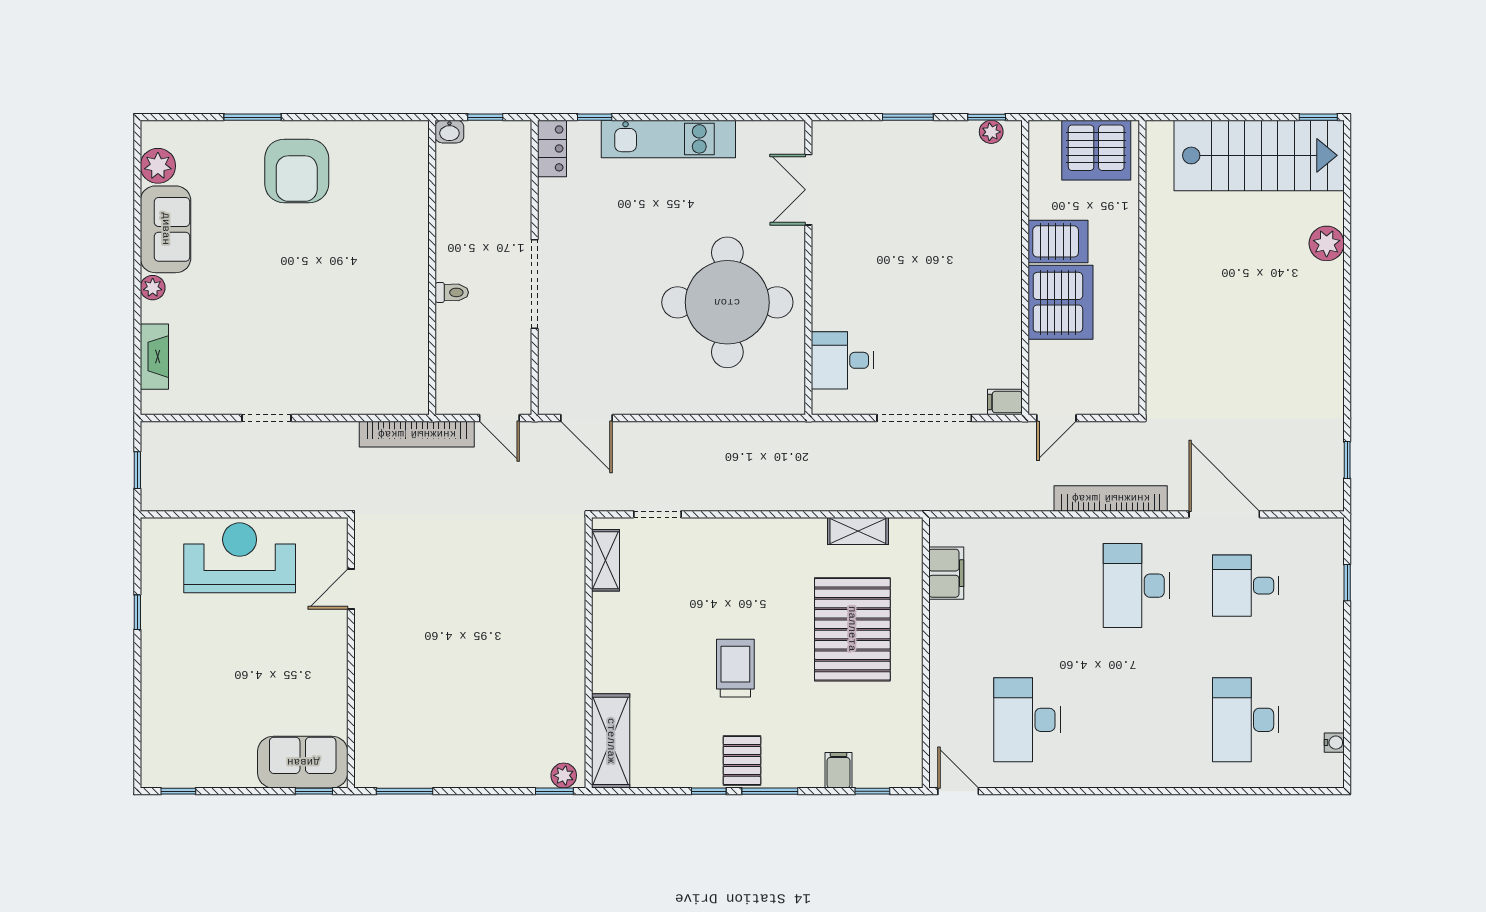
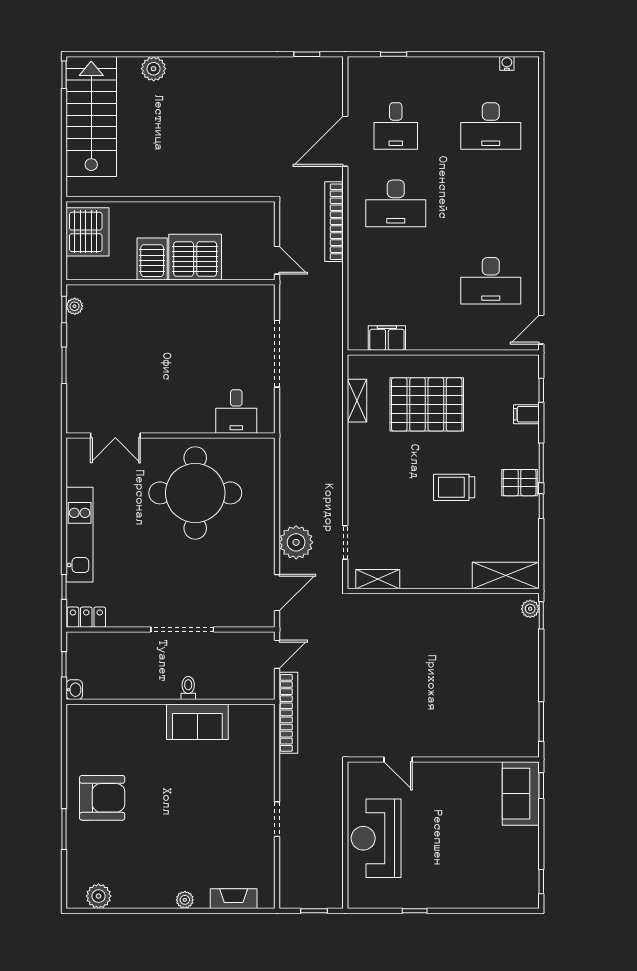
sofa: (166, 229) -> (197, 722), moved, turned 180
filing cabinet: (1005, 402) -> (266, 297), removed
plant: (658, 445) -> (296, 542), added

